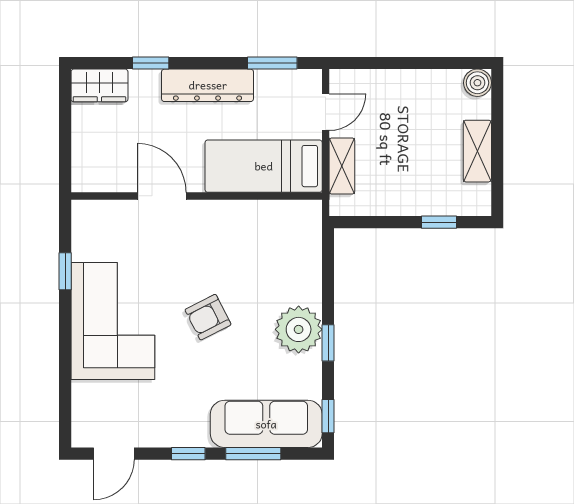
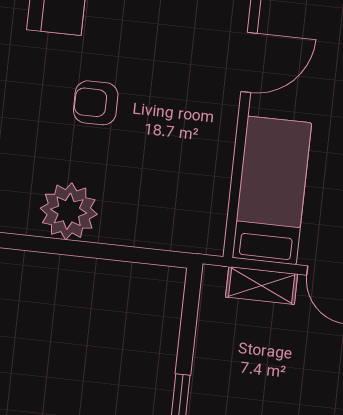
armchair: (208, 317) -> (96, 103), turned -63
window: (328, 343) -> (48, 245), removed

